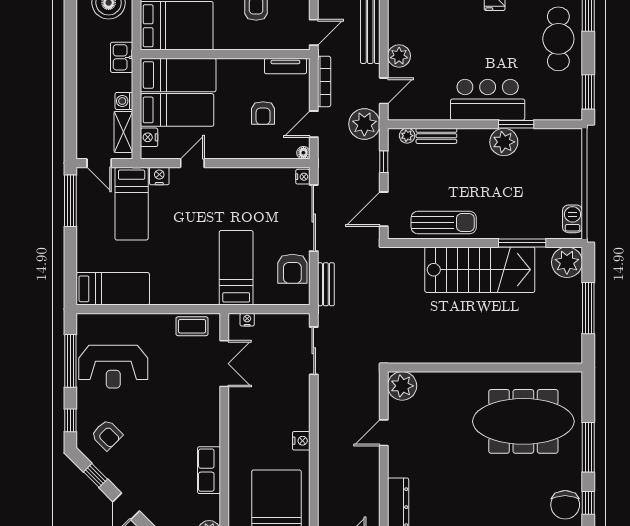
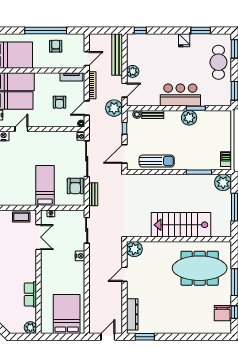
stairs: (480, 270) -> (181, 225), moved, turned 180
nightstand: (301, 441) -> (80, 256), moved

